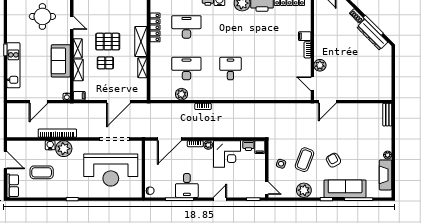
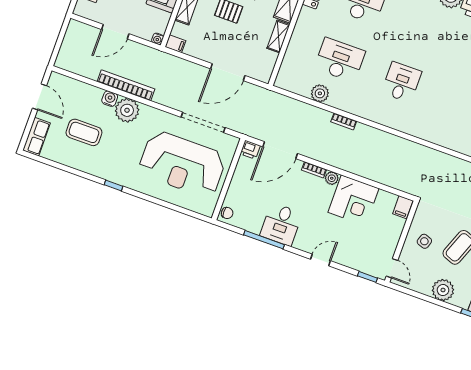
printer: (248, 146) -> (250, 150), moved

